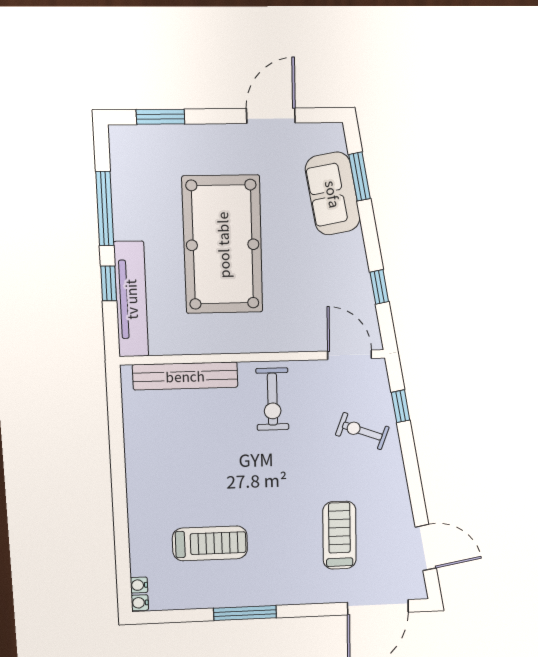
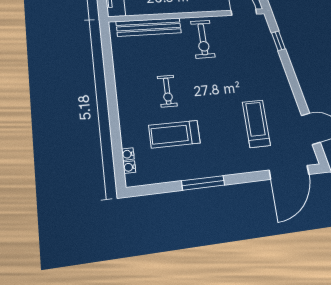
exercise bike: (362, 431) -> (167, 91), moved, turned -110
treadmill: (210, 543) -> (174, 134), turned 180
water cooler: (140, 603) -> (128, 154), moved

